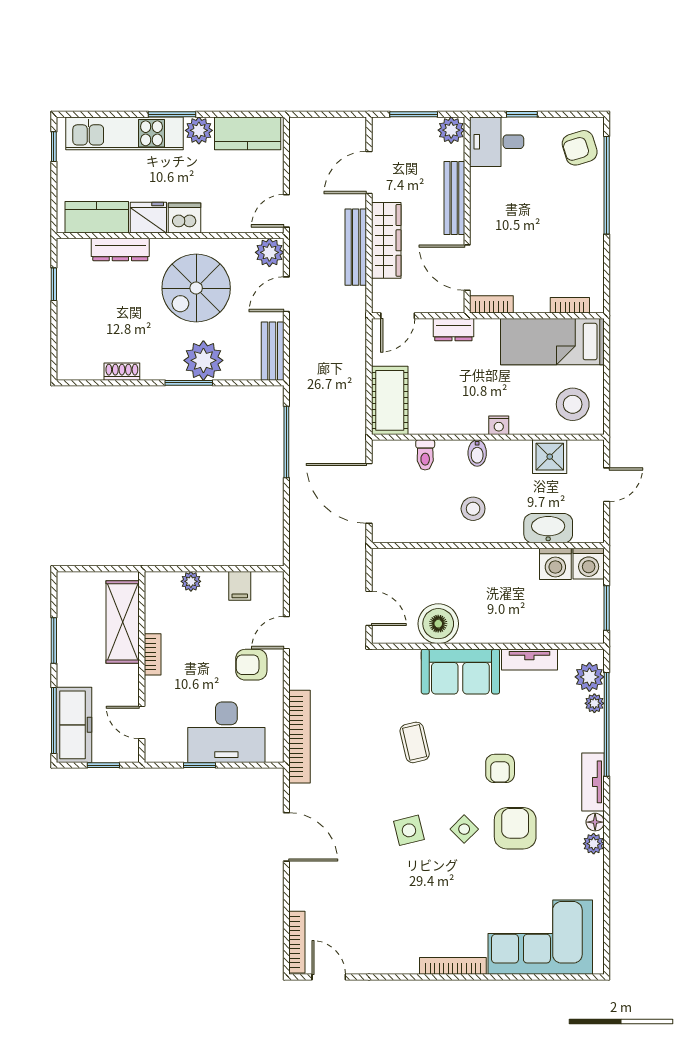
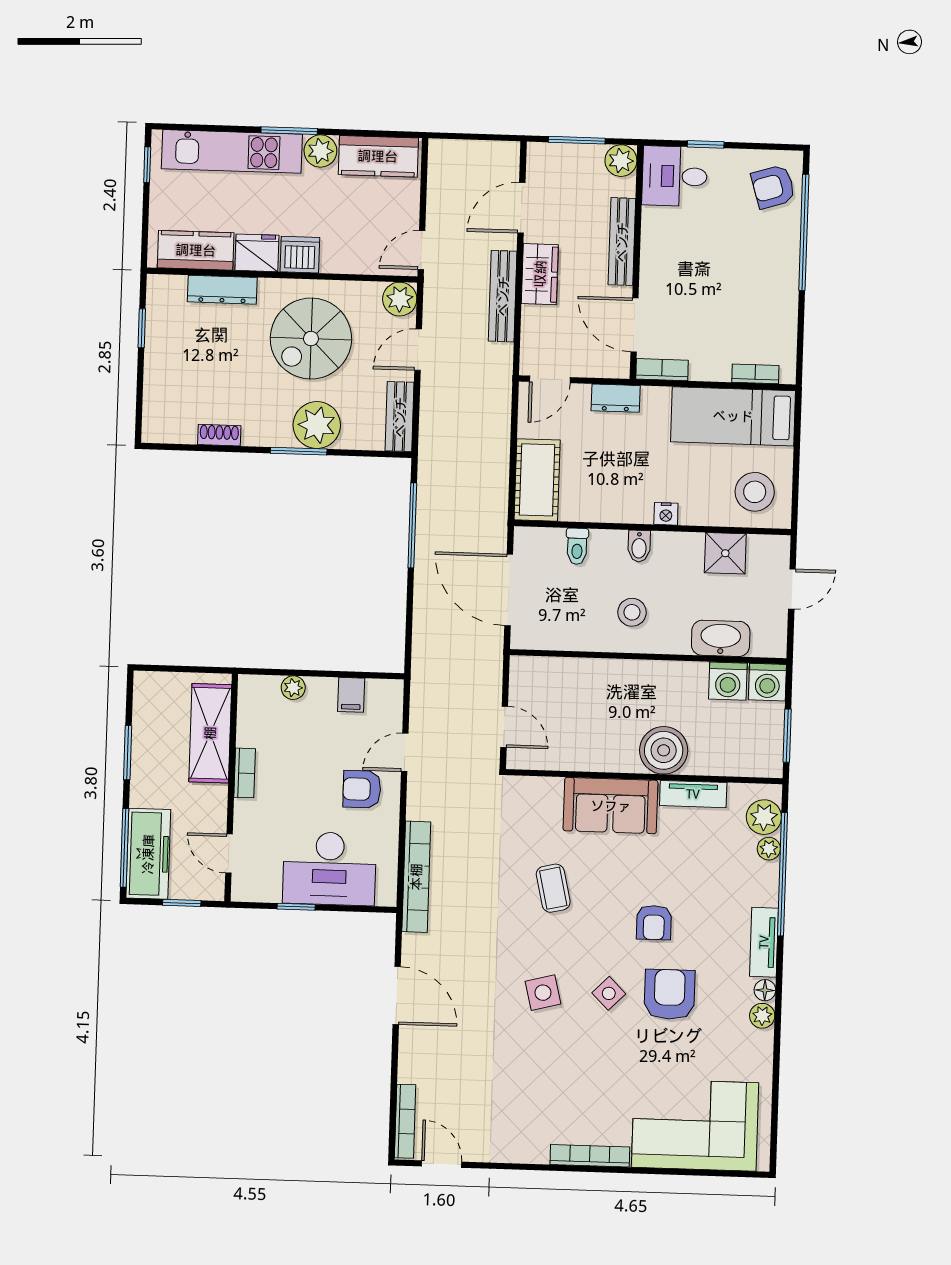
wardrobe: (386, 240) -> (540, 274), width x0.67
boiler: (438, 624) -> (664, 750), moved

